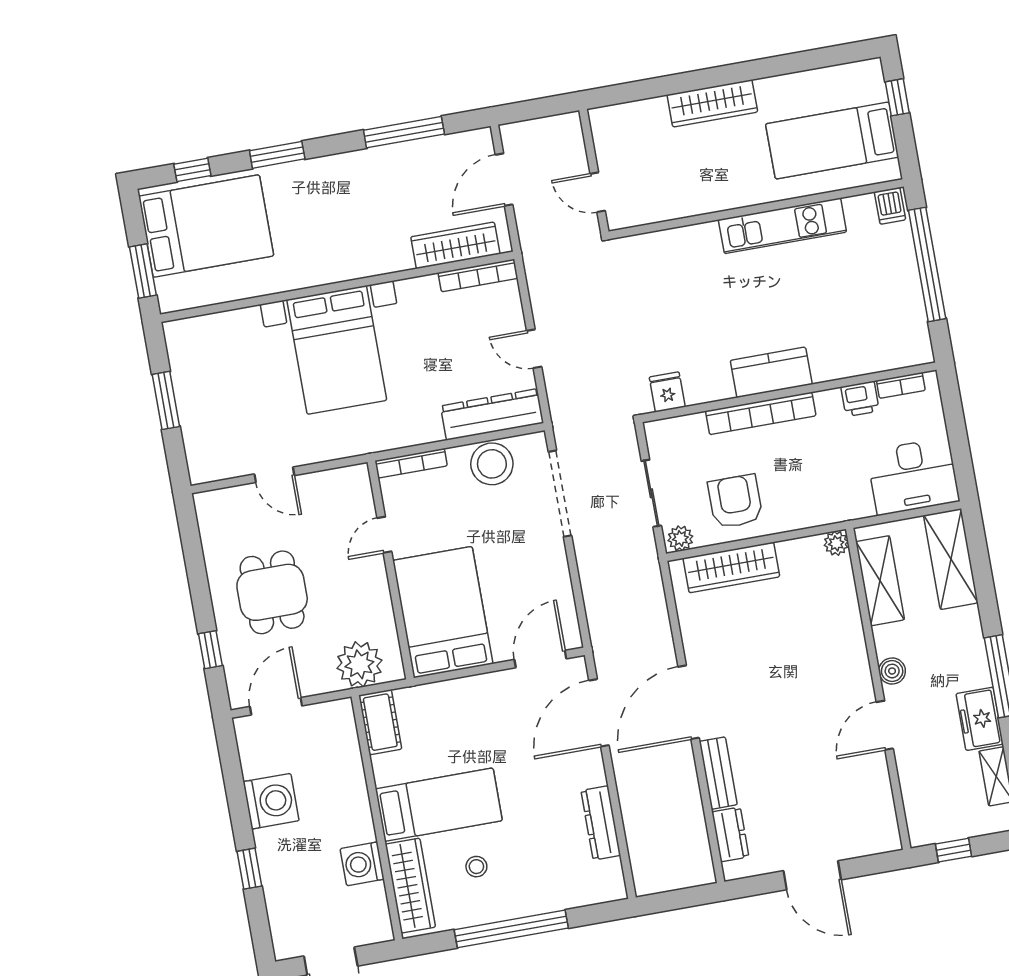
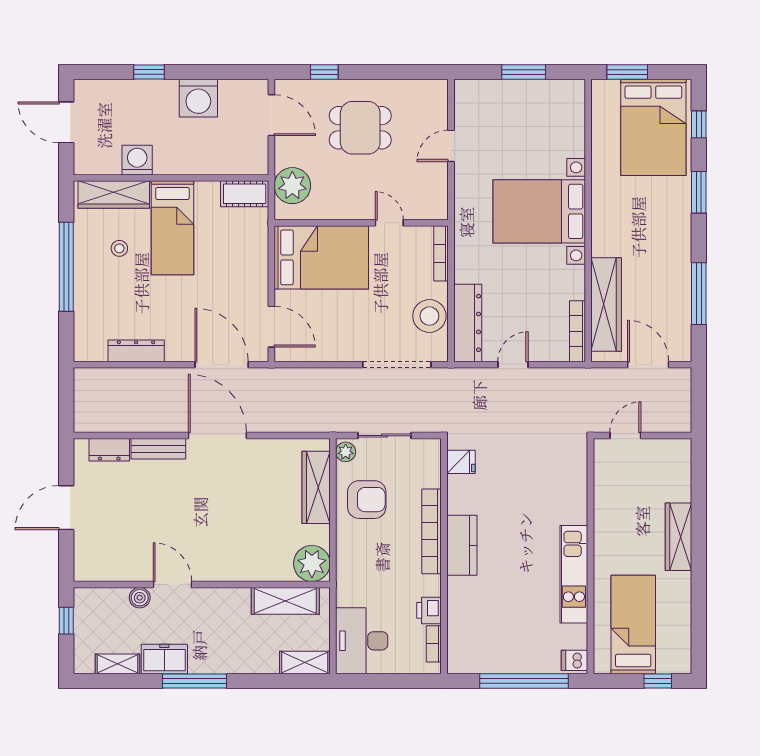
wardrobe: (455, 245) -> (606, 304), width x1.40, depth x1.17
plant: (836, 543) -> (312, 563), width x1.87, depth x1.87
shelving: (951, 559) -> (305, 663), width x0.67, depth x0.75
boiler: (892, 671) -> (140, 598), moved

